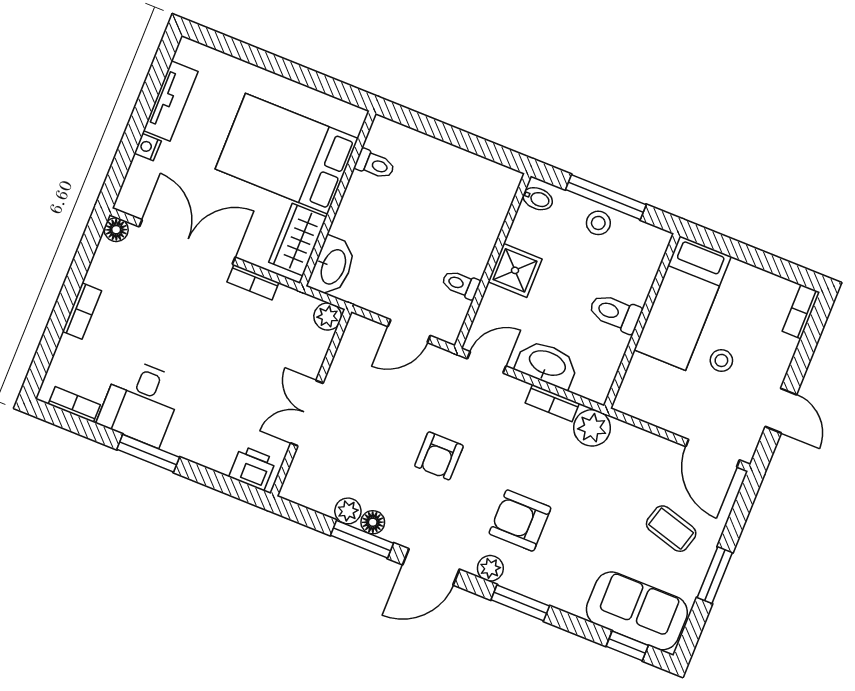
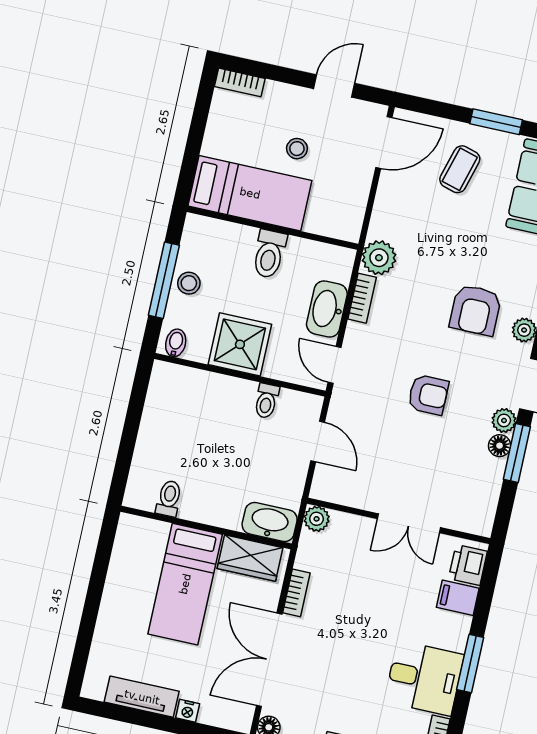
bed: (287, 154) -> (185, 584), width x0.67
shower: (515, 270) -> (240, 344), width x1.36, depth x1.36
filing cabinet: (220, 452) -> (458, 598), added
plant: (348, 511) -> (504, 420), moved

